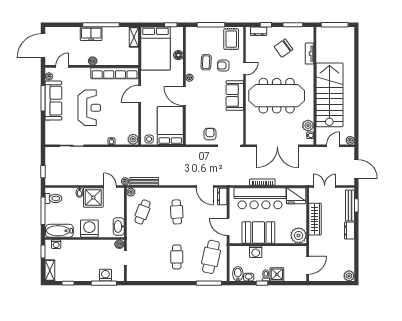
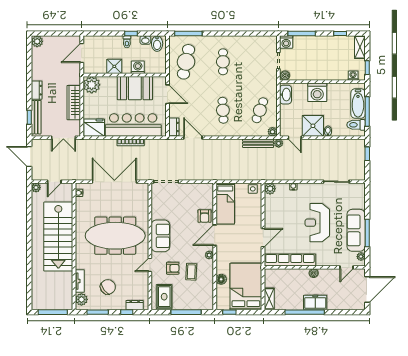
door: (184, 96) -> (215, 235), swing flipped
plant: (308, 125) -> (81, 299), moved
bed: (170, 126) -> (225, 203), width x0.67
armchair: (210, 134) -> (205, 216), moved
bathtub: (59, 231) -> (358, 104), moved, turned 90
shower: (277, 274) -> (114, 66), moved
washing machine: (105, 275) -> (286, 42), moved

